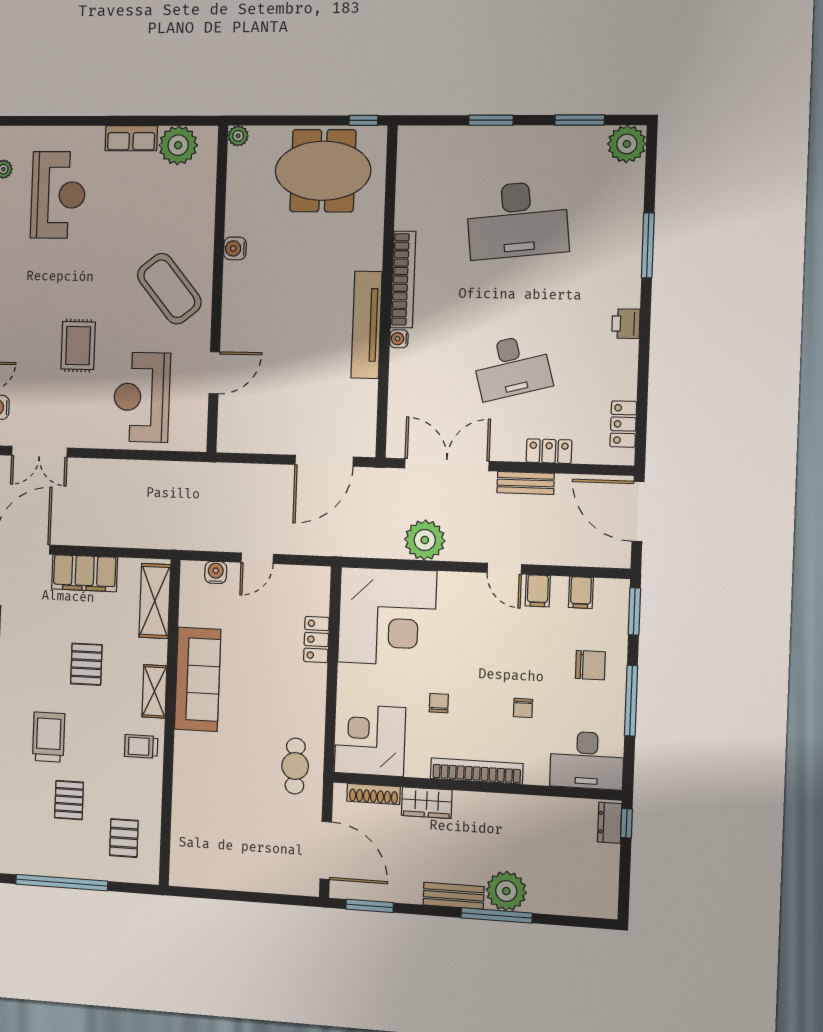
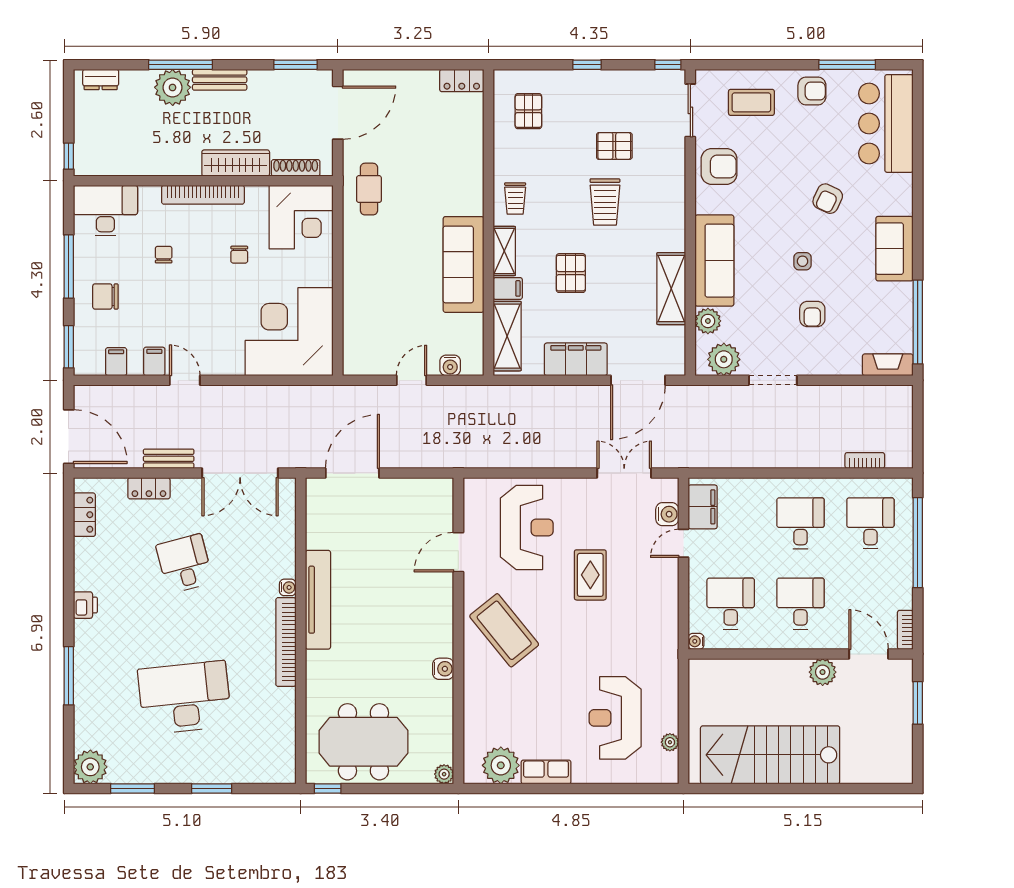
desk: (512, 367) -> (185, 564), width x0.73
plant: (425, 540) -> (257, 403), removed
locker: (316, 639) -> (462, 81), moved, turned 90
filing cabinet: (152, 651) -> (508, 288), added
trolley: (141, 746) -> (515, 198), turned 90
pallet: (69, 800) -> (614, 146), moved, turned 90
wardrobe: (427, 803) -> (236, 163), width x1.50
dresser: (610, 823) -> (101, 79), moved, turned 90
door: (326, 851) -> (338, 113), swing flipped
window: (62, 883) -> (587, 65), width x0.32

